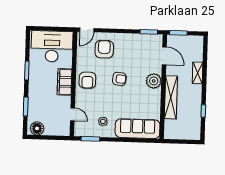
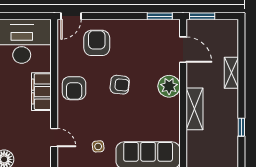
shelving: (171, 97) -> (194, 109), width x0.68

